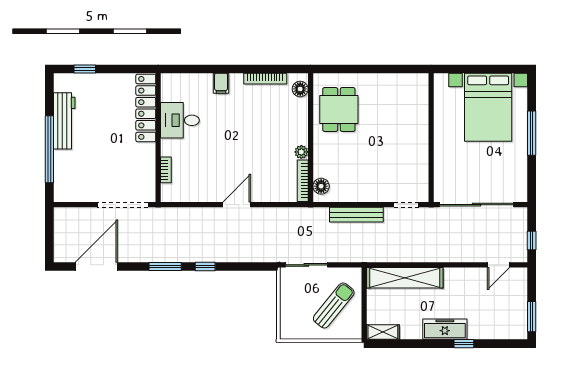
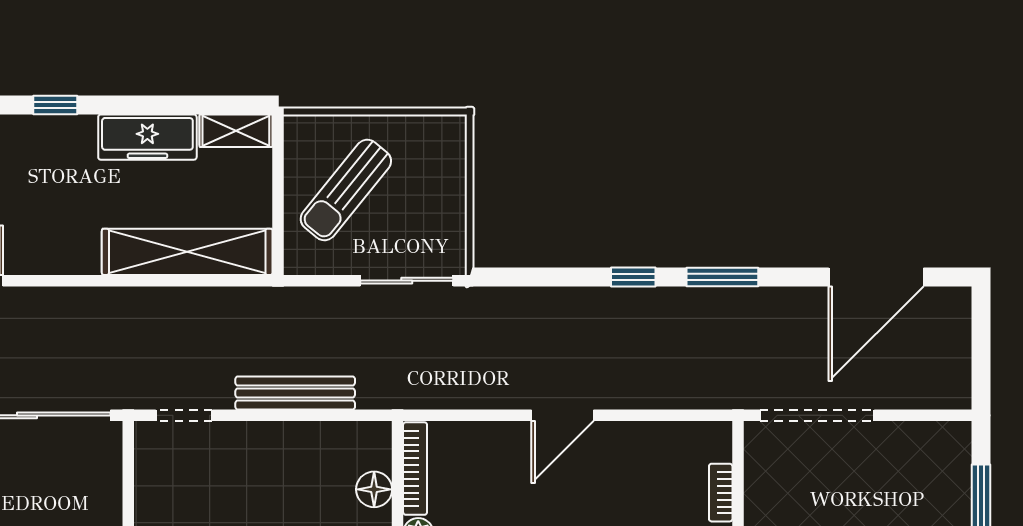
floor lamp: (321, 186) -> (374, 489), moved
freezer: (445, 329) -> (147, 137), moved

